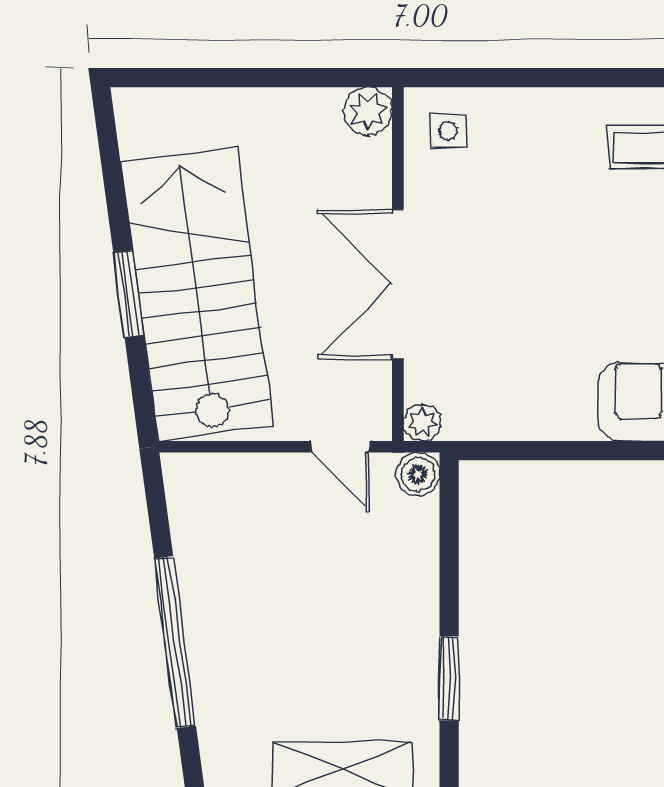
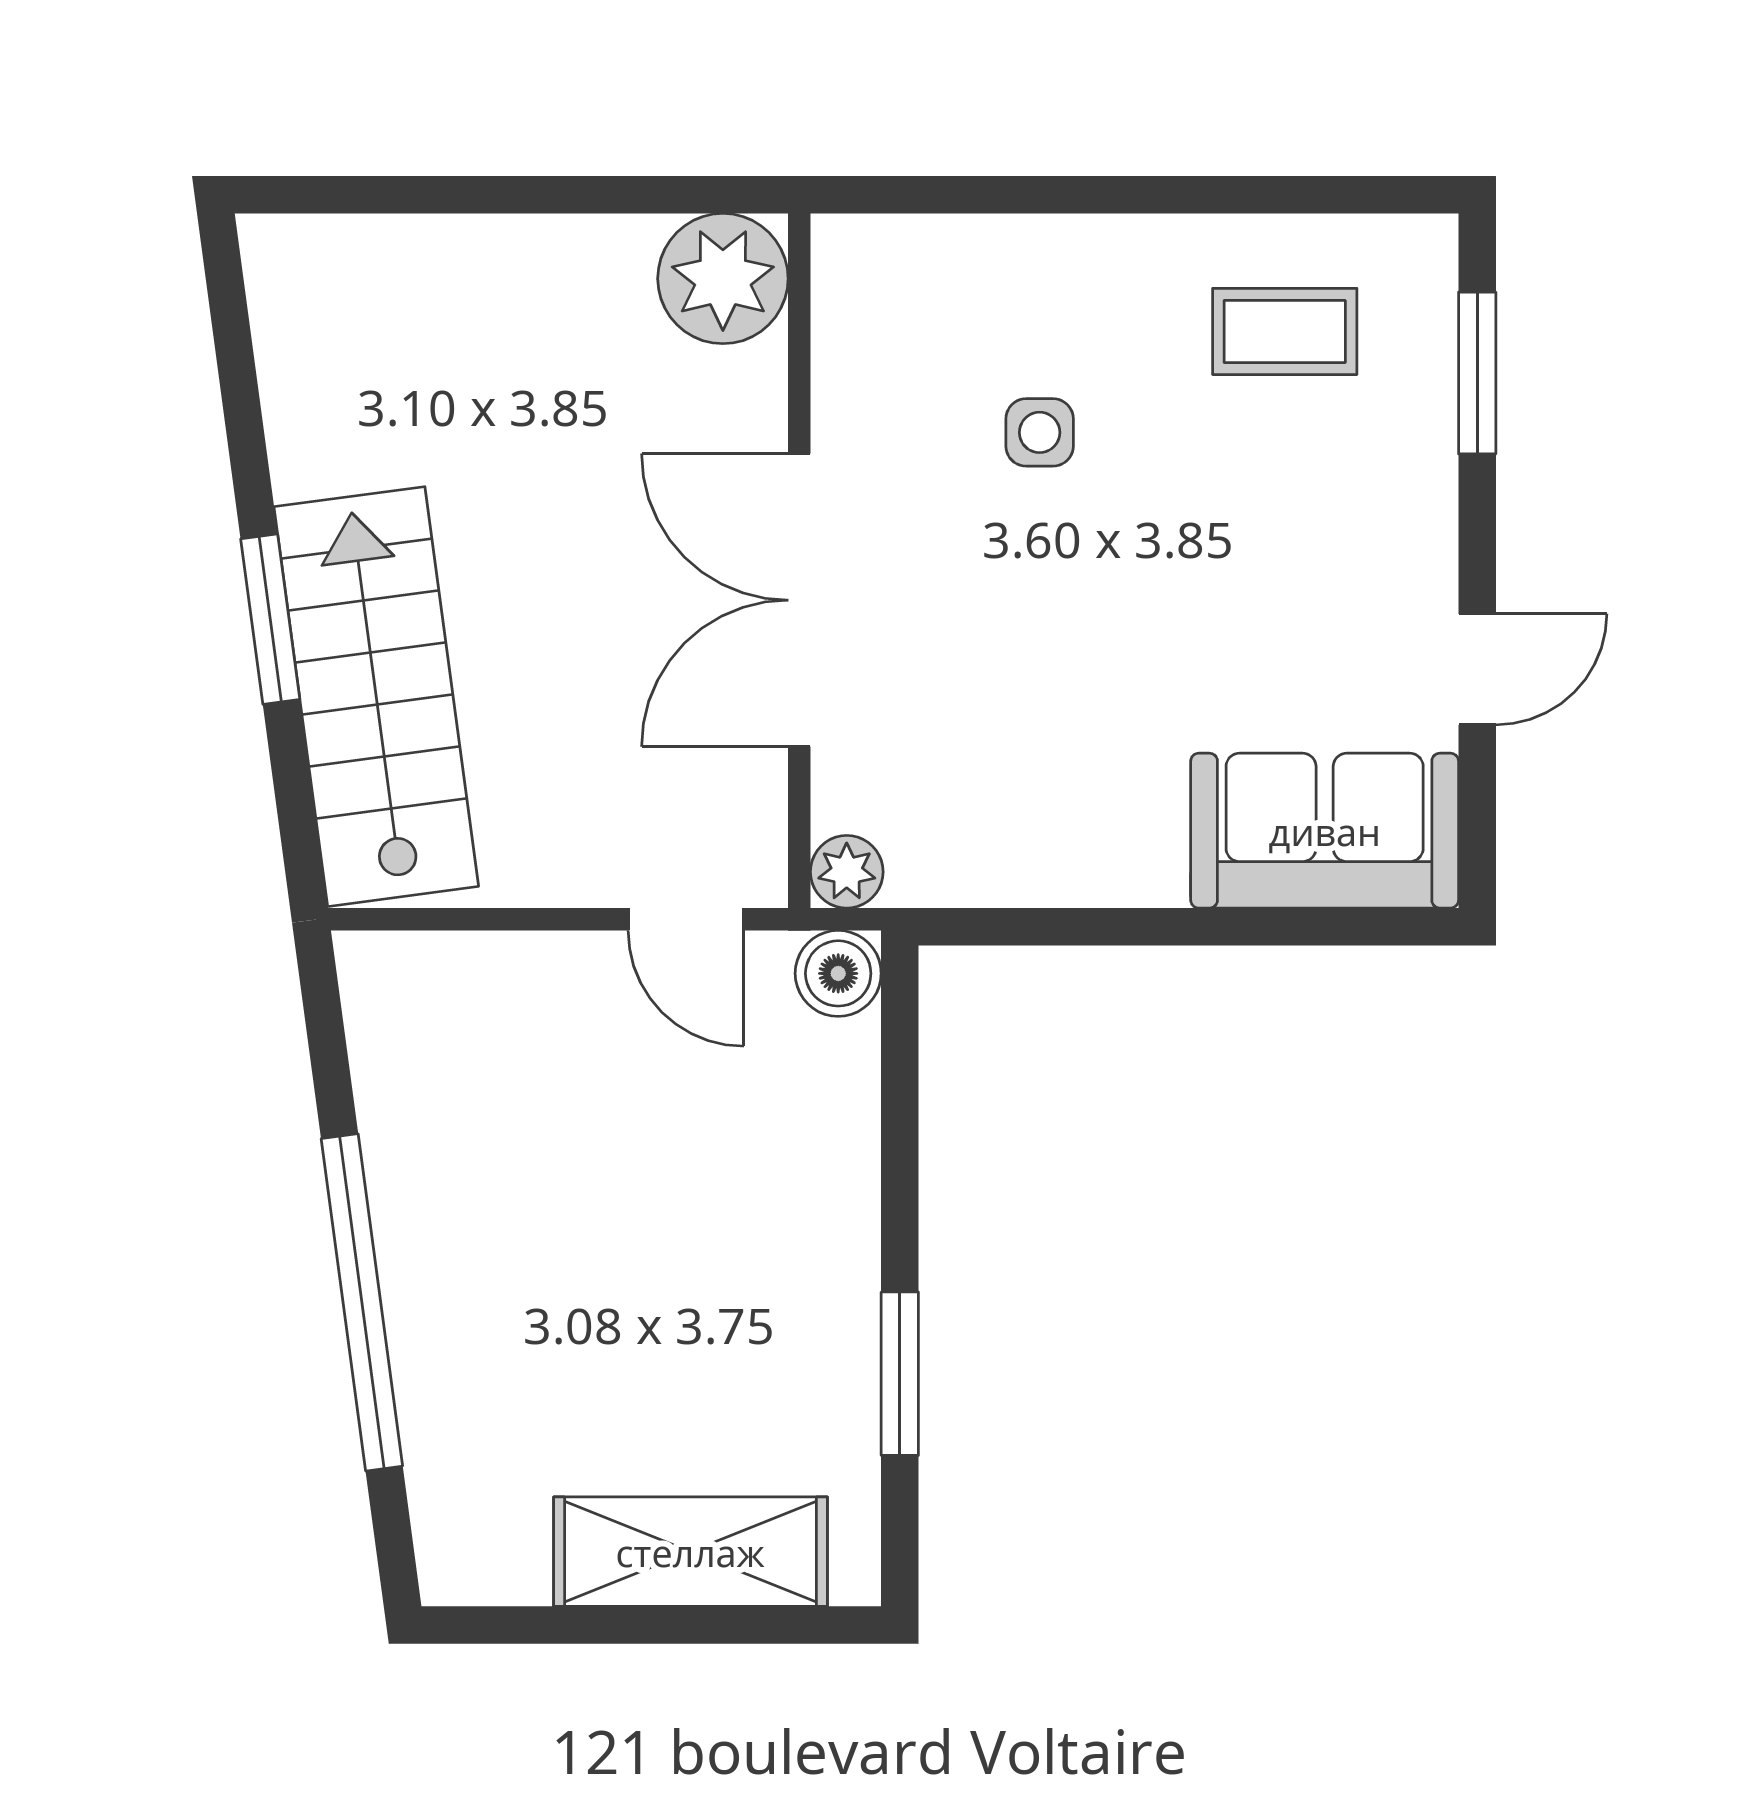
plant: (368, 111) -> (723, 279), width x1.36, depth x1.36
side table: (448, 131) -> (1040, 432), moved
stairs: (197, 294) -> (376, 697), width x0.73, depth x0.66

